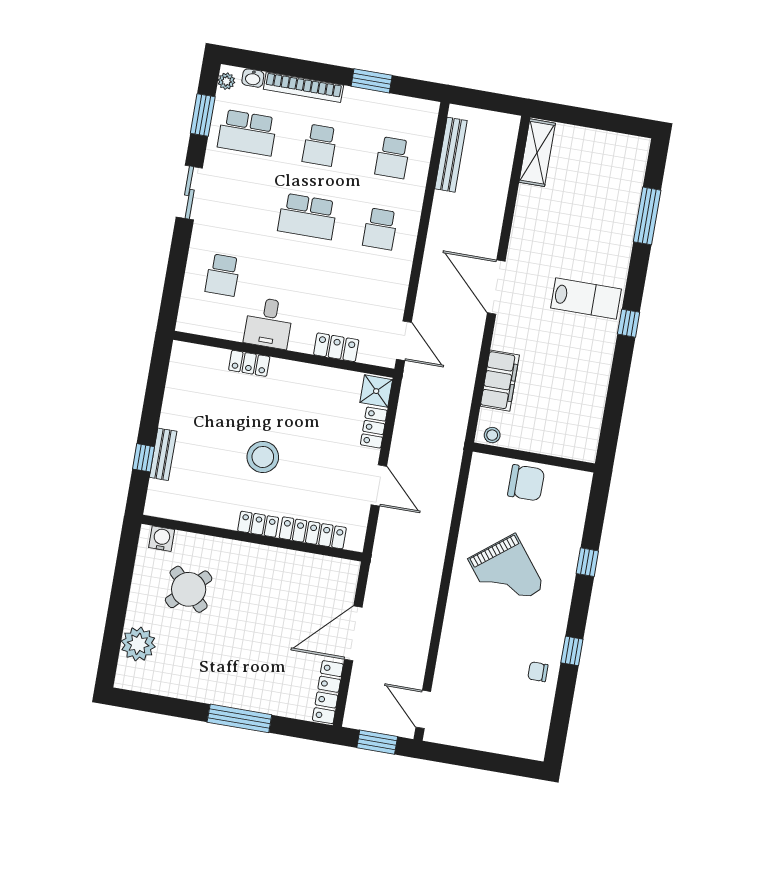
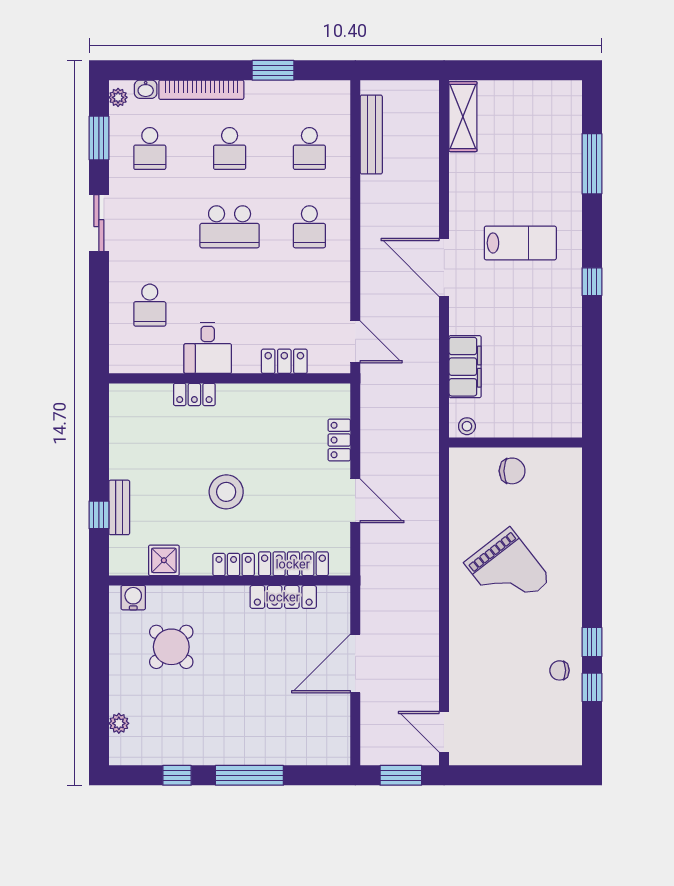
school desk: (247, 133) -> (150, 149), width x0.54
lab bench: (586, 299) -> (520, 243), moved
shower: (376, 391) -> (164, 560), moved
chair: (526, 483) -> (512, 471), width x0.73, depth x0.73
window: (587, 562) -> (592, 687), moved
plant: (138, 644) -> (119, 723), width x0.53, depth x0.53
locker: (328, 692) -> (283, 597), moved, turned -90
window: (174, 707) -> (177, 775), added

